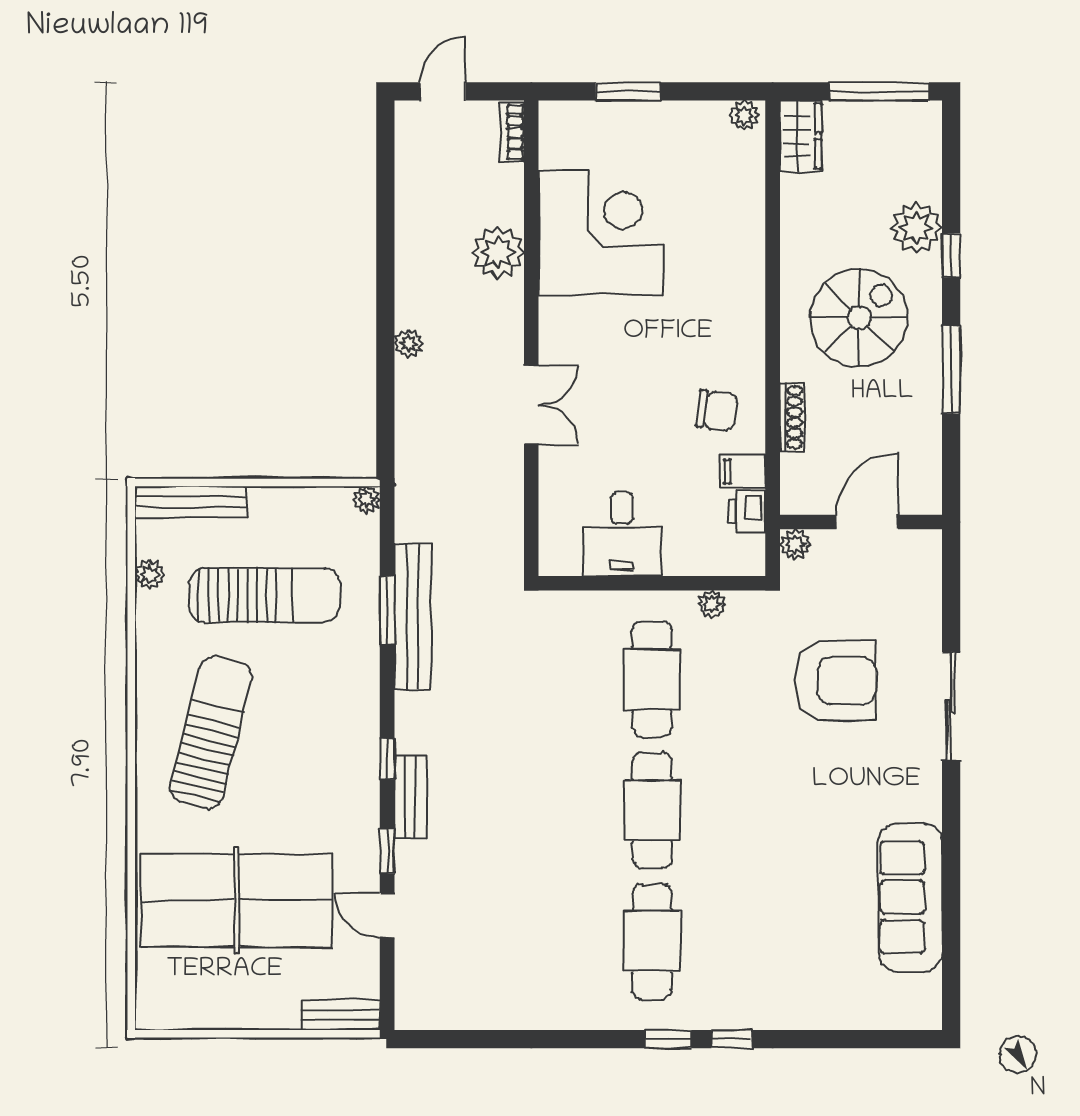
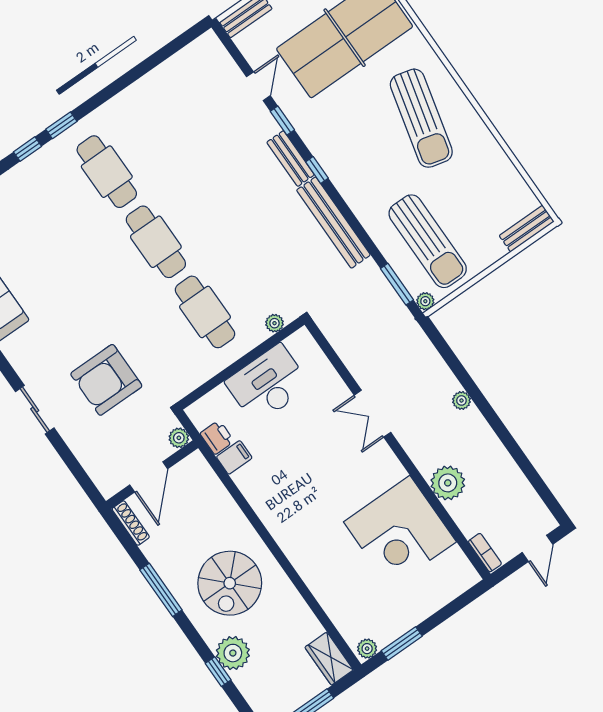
window: (628, 91) -> (402, 643), moved
window: (951, 255) -> (218, 672), moved
chair: (717, 411) -> (271, 480), removed
shoe rack: (792, 417) -> (131, 523), moved, turned 180
bench: (191, 502) -> (527, 229), width x0.73
desk: (622, 534) -> (268, 384), width x1.37
plant: (150, 575) -> (513, 180), removed
sun lounger: (264, 595) -> (428, 241), moved, turned -90
plant: (712, 604) -> (275, 323), moved
window: (387, 611) -> (397, 284), moved
bench: (413, 617) -> (333, 223), moved
sliding door: (951, 706) -> (35, 410), width x0.73
door: (387, 915) -> (258, 86), hinge flipped

